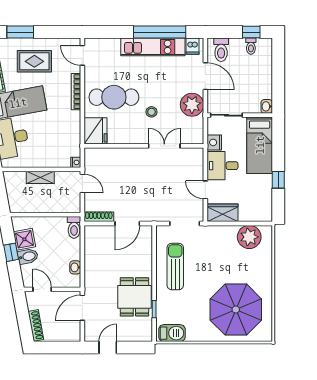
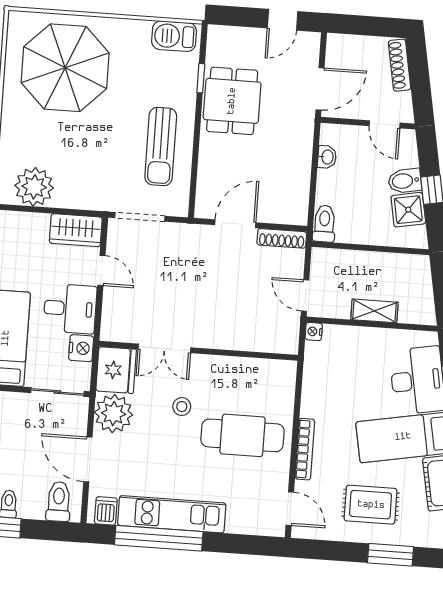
fridge: (95, 131) -> (116, 370), moved, turned 180

